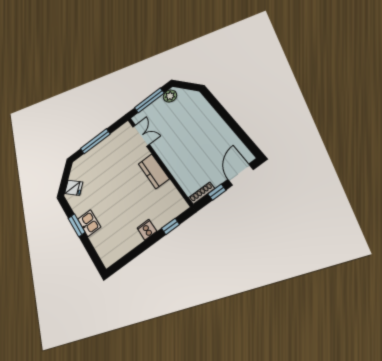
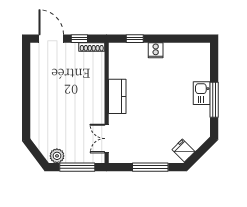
door: (241, 174) -> (51, 39), swing flipped
fridge: (74, 188) -> (183, 151), moved
window: (77, 225) -> (214, 100), width x1.44

